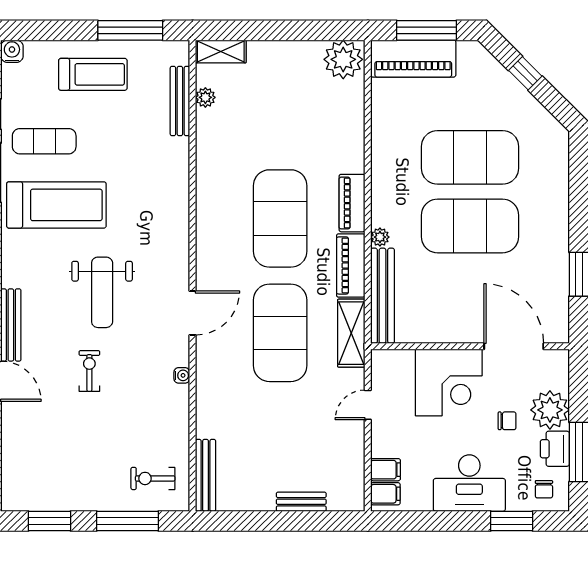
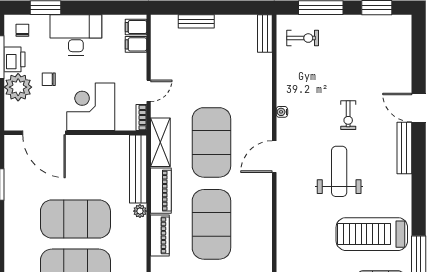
bookcase: (378, 368) -> (141, 118), added
bench: (206, 475) -> (265, 33), width x0.73

